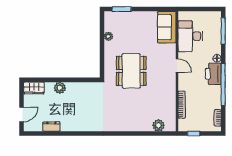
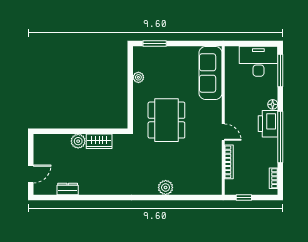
sofa: (167, 27) -> (211, 73), width x1.36
desk: (190, 36) -> (258, 61), moved, turned 90
door: (177, 66) -> (223, 132), moved
wardrobe: (34, 88) -> (99, 141), moved
plant: (158, 125) -> (166, 187), moved

